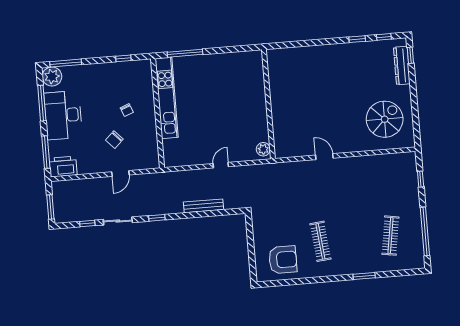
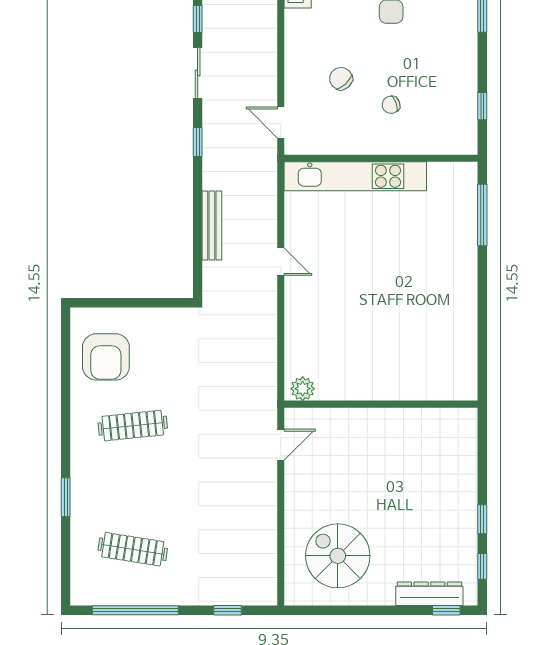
kitchen unit: (167, 98) -> (355, 176), moved
wall: (268, 104) -> (381, 404), moved
spiral stairs: (385, 119) -> (338, 556), turned 180
plant: (263, 149) -> (303, 389), moved
door: (120, 173) -> (281, 122), moved

